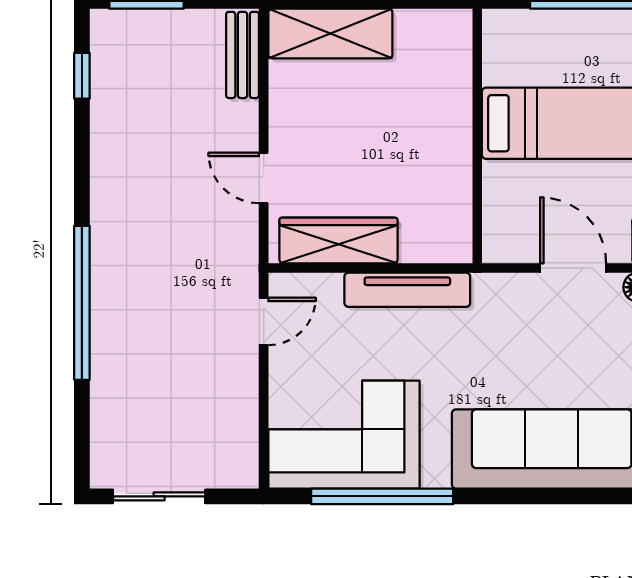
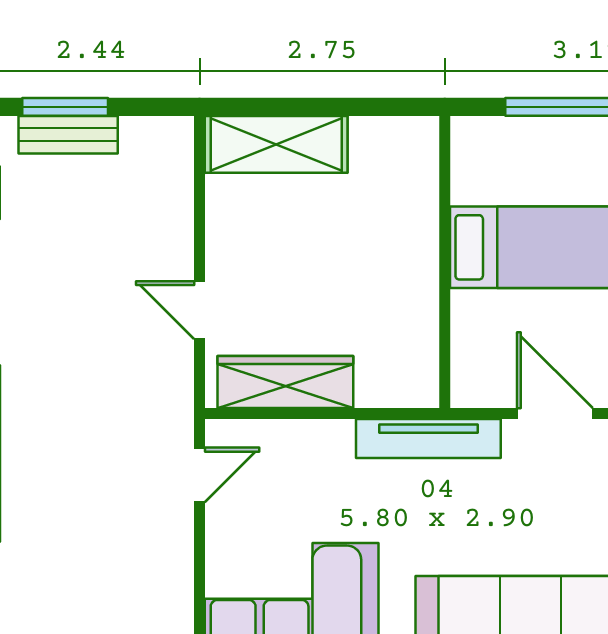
bench: (243, 55) -> (68, 135), moved, turned 90
tv unit: (407, 290) -> (428, 438), moved

